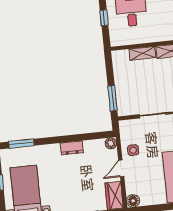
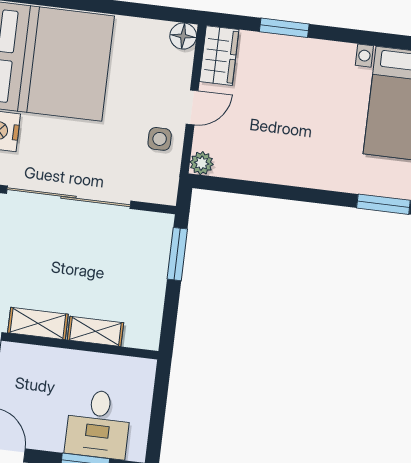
window: (104, 18) -> (157, 422), removed
dresser: (72, 148) -> (283, 172), removed

